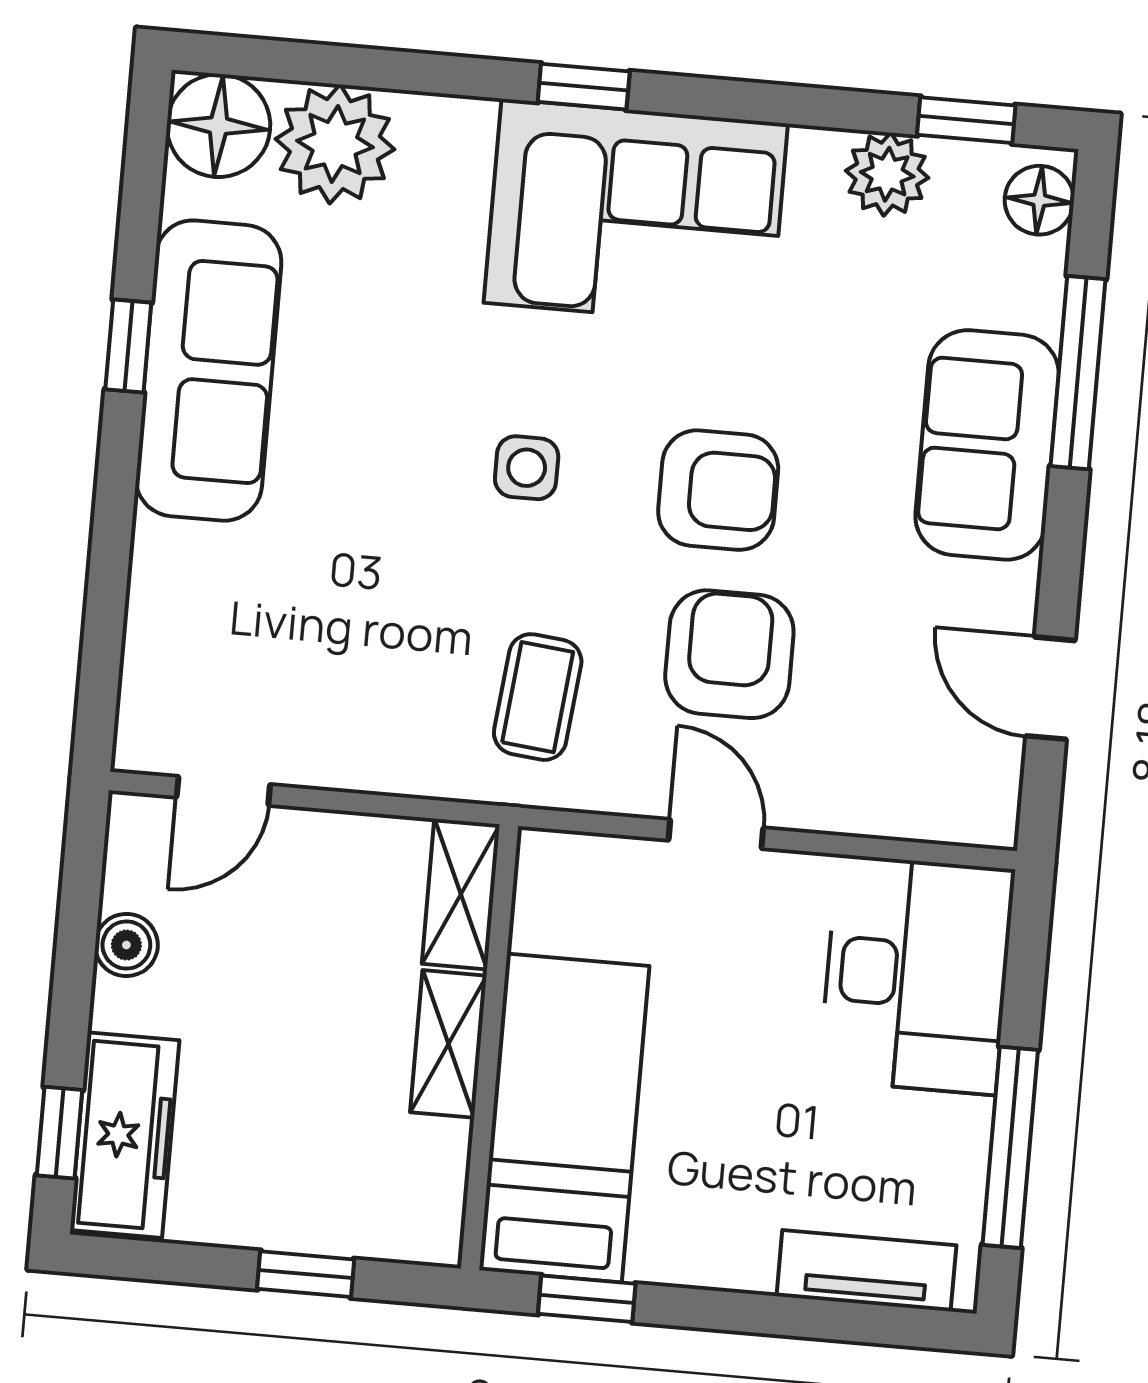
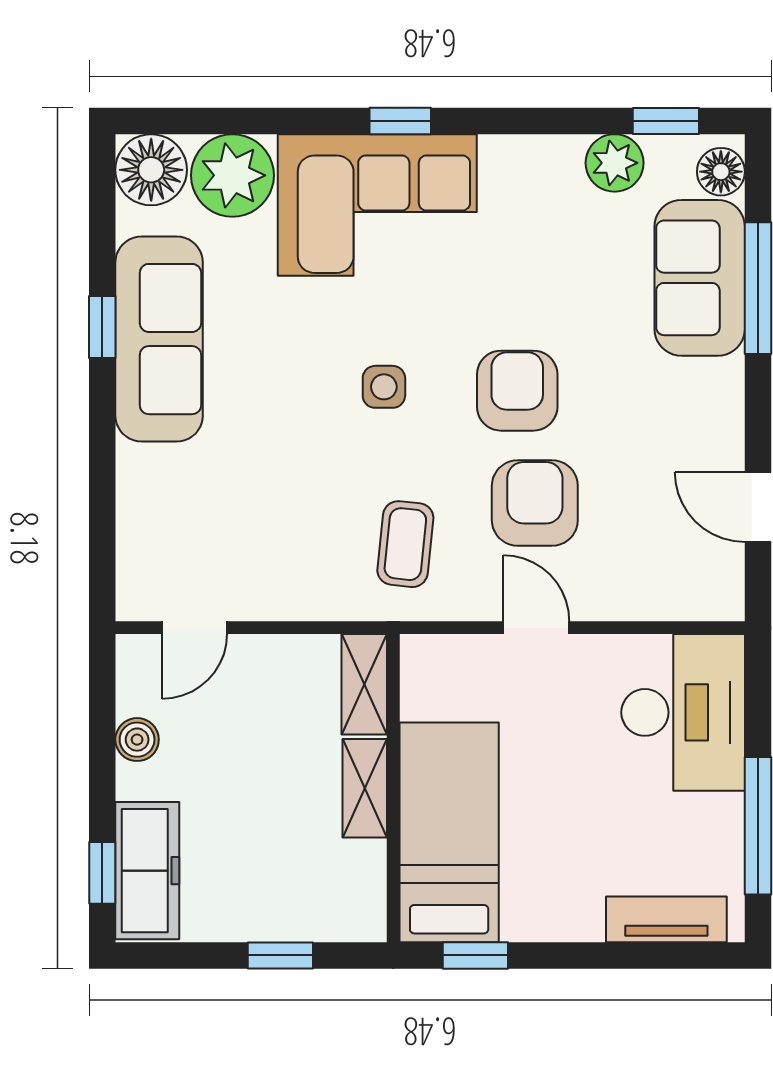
corner sofa: (636, 213) -> (377, 205), moved
sofa: (987, 445) -> (700, 278), moved
armchair: (718, 490) -> (517, 391), turned -90

